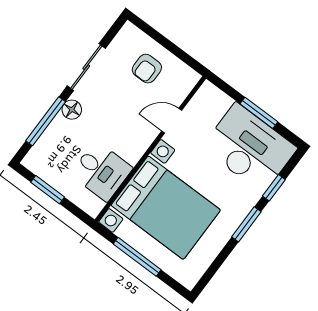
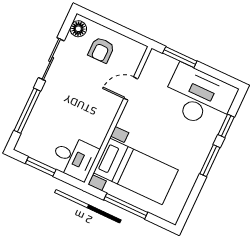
floor lamp: (72, 110) -> (78, 29), moved
window: (259, 113) -> (180, 57), moved
desk: (101, 171) -> (74, 158), moved
bed with nightstands: (166, 208) -> (136, 171), width x0.73

